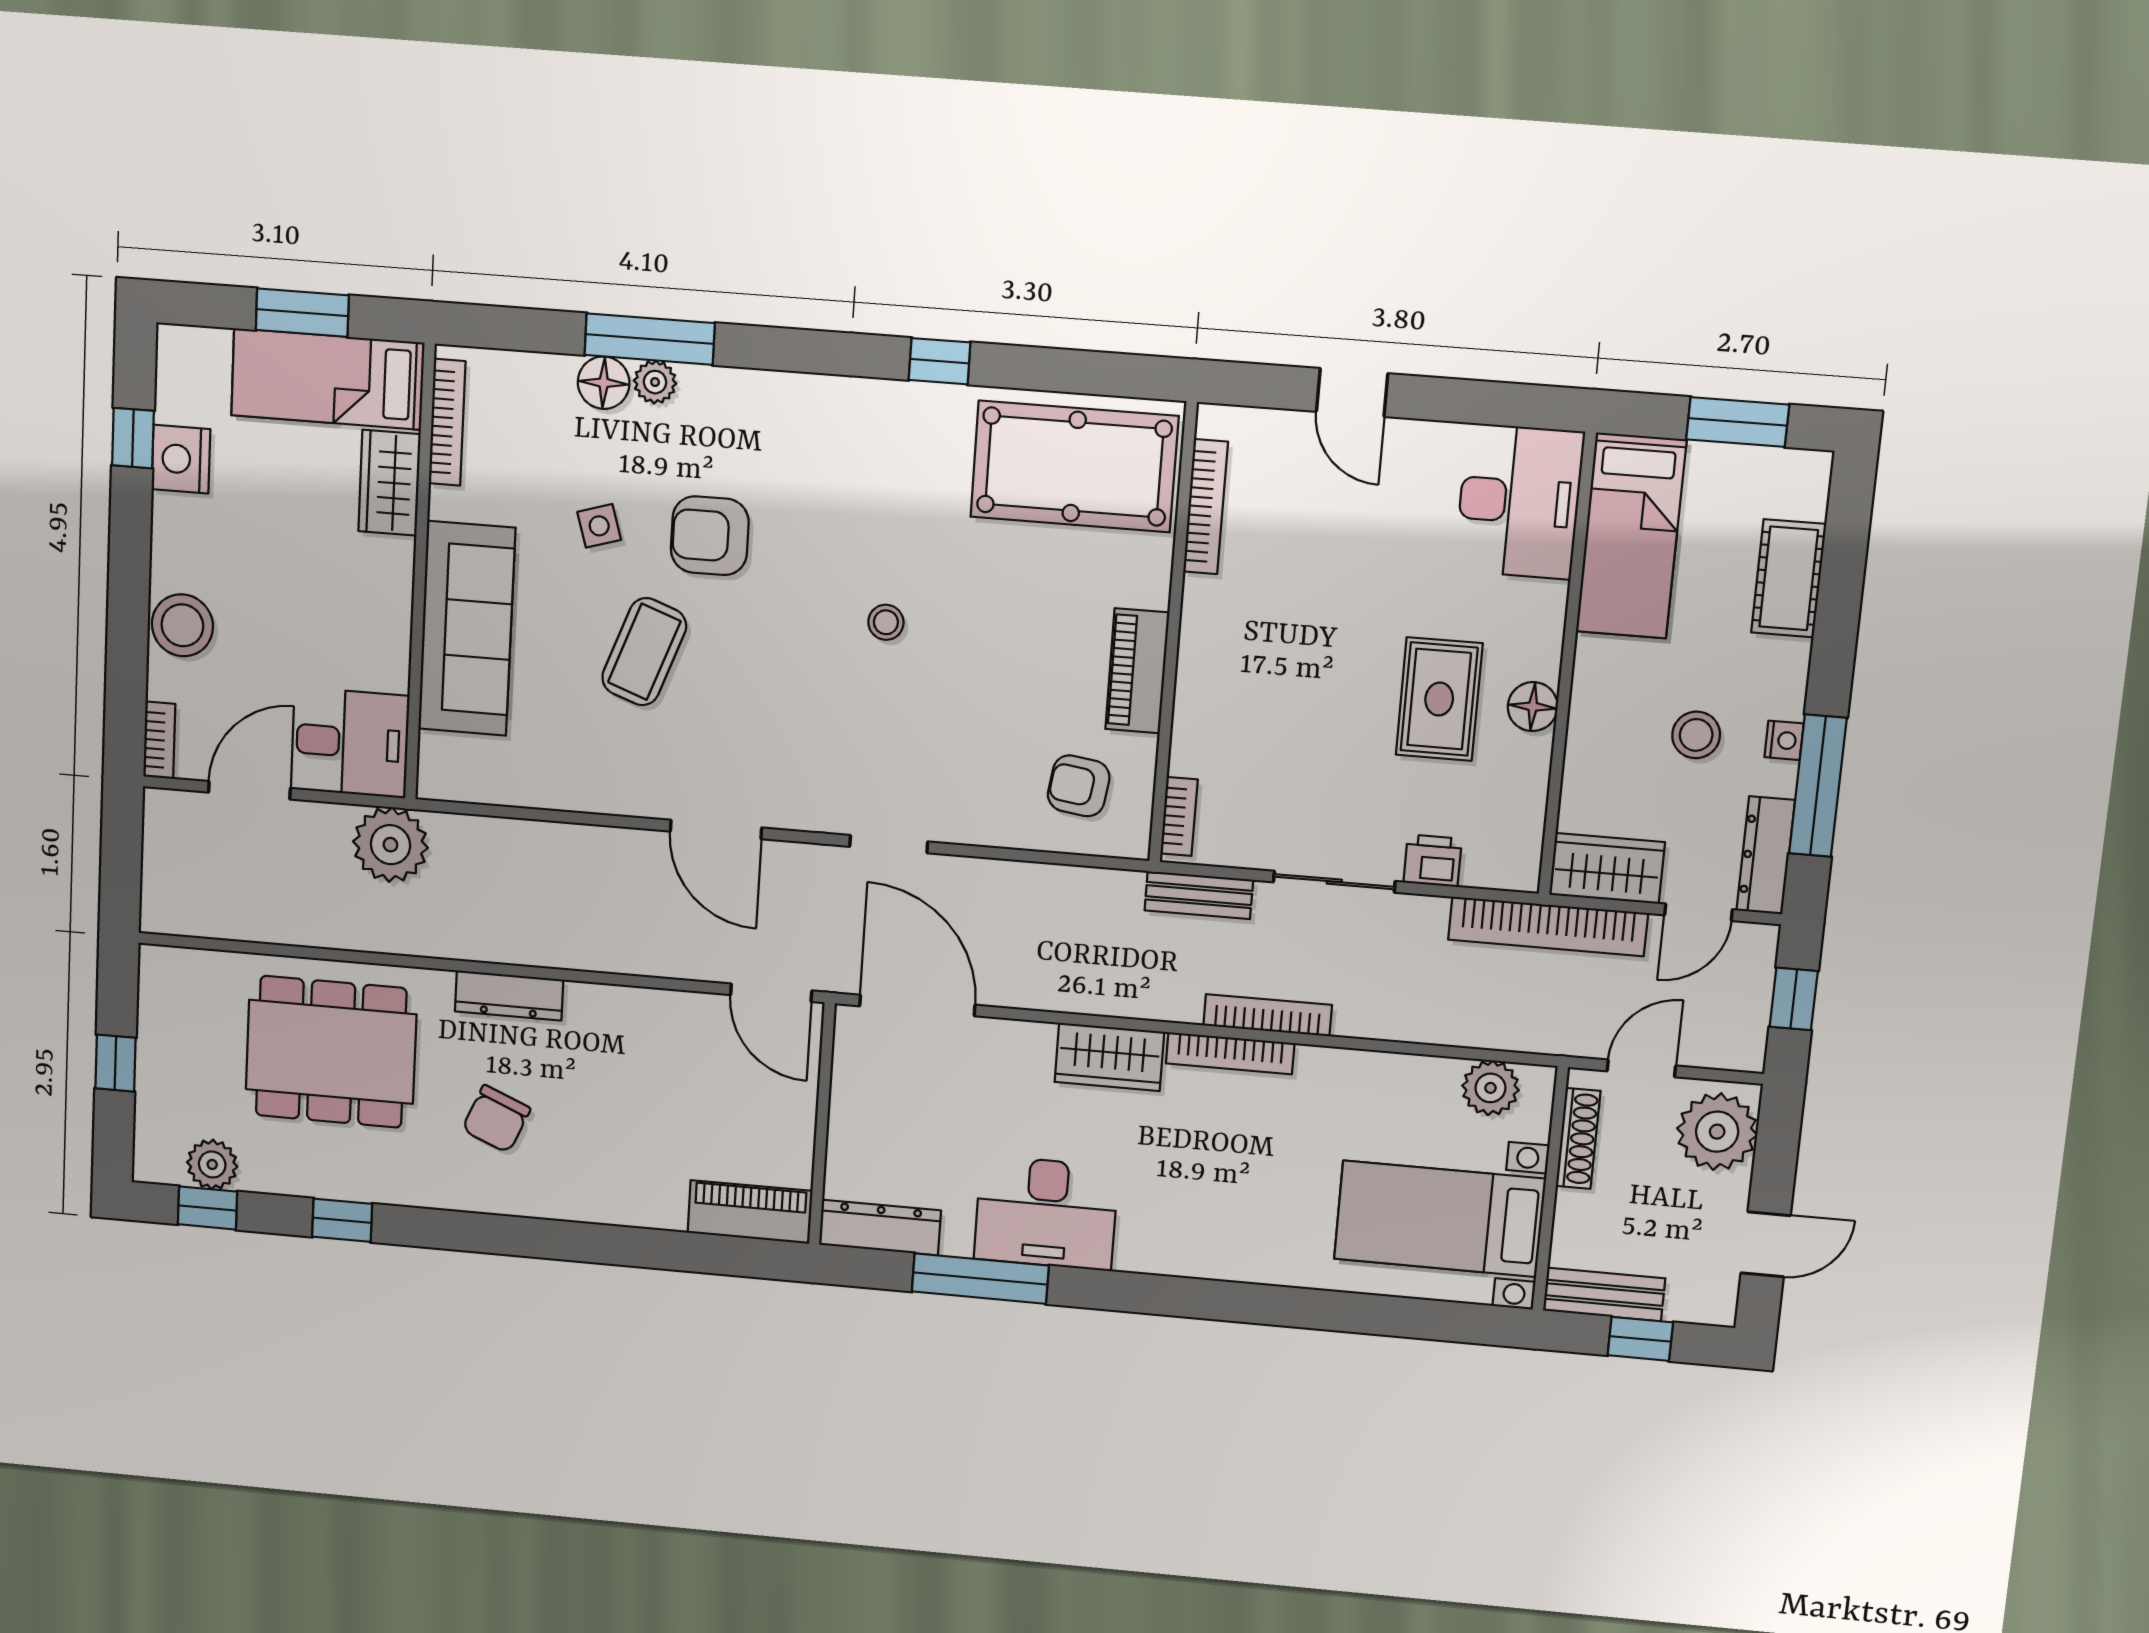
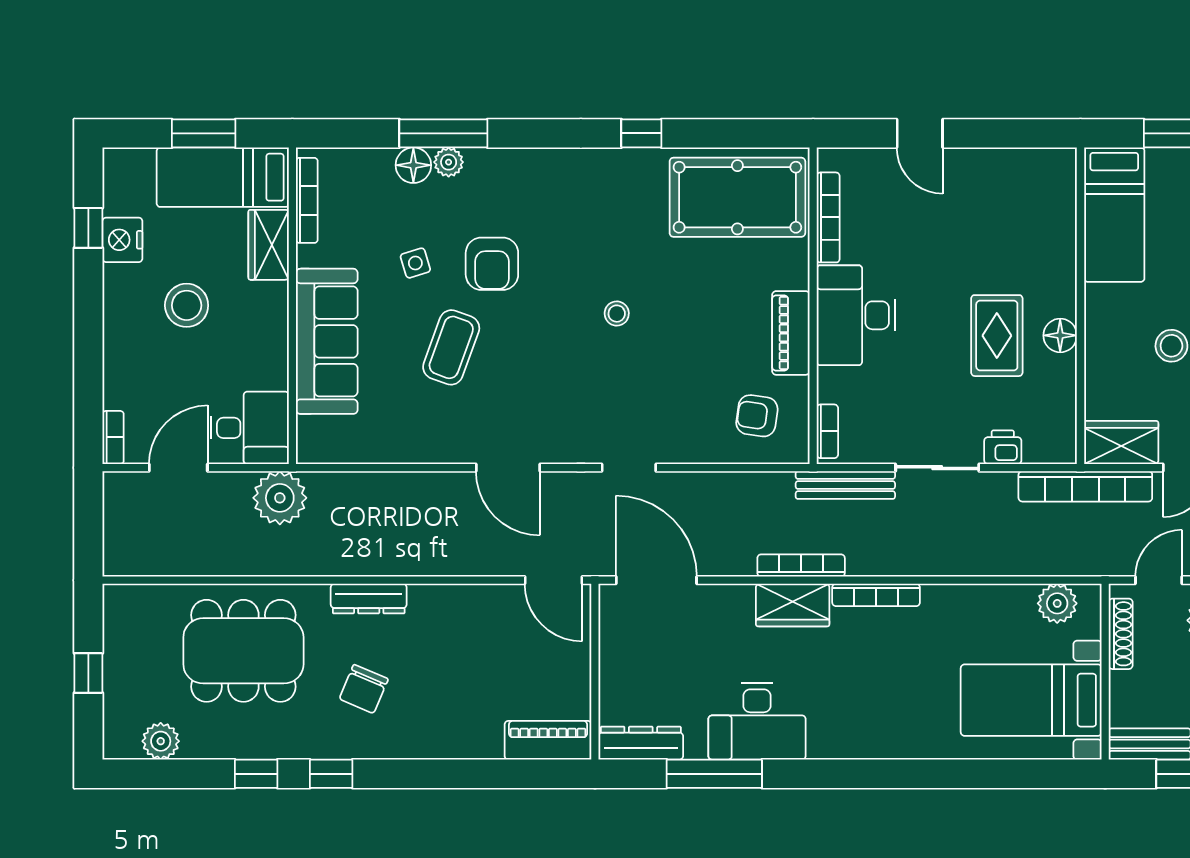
desk: (1519, 501) -> (856, 315), moved, turned 180
armchair: (710, 536) -> (492, 264), turned -90
stool: (182, 625) -> (187, 305), moved
bench: (1199, 895) -> (845, 485), width x1.36
bookcase: (1268, 1015) -> (801, 566), moved
window: (207, 1208) -> (331, 774), moved

